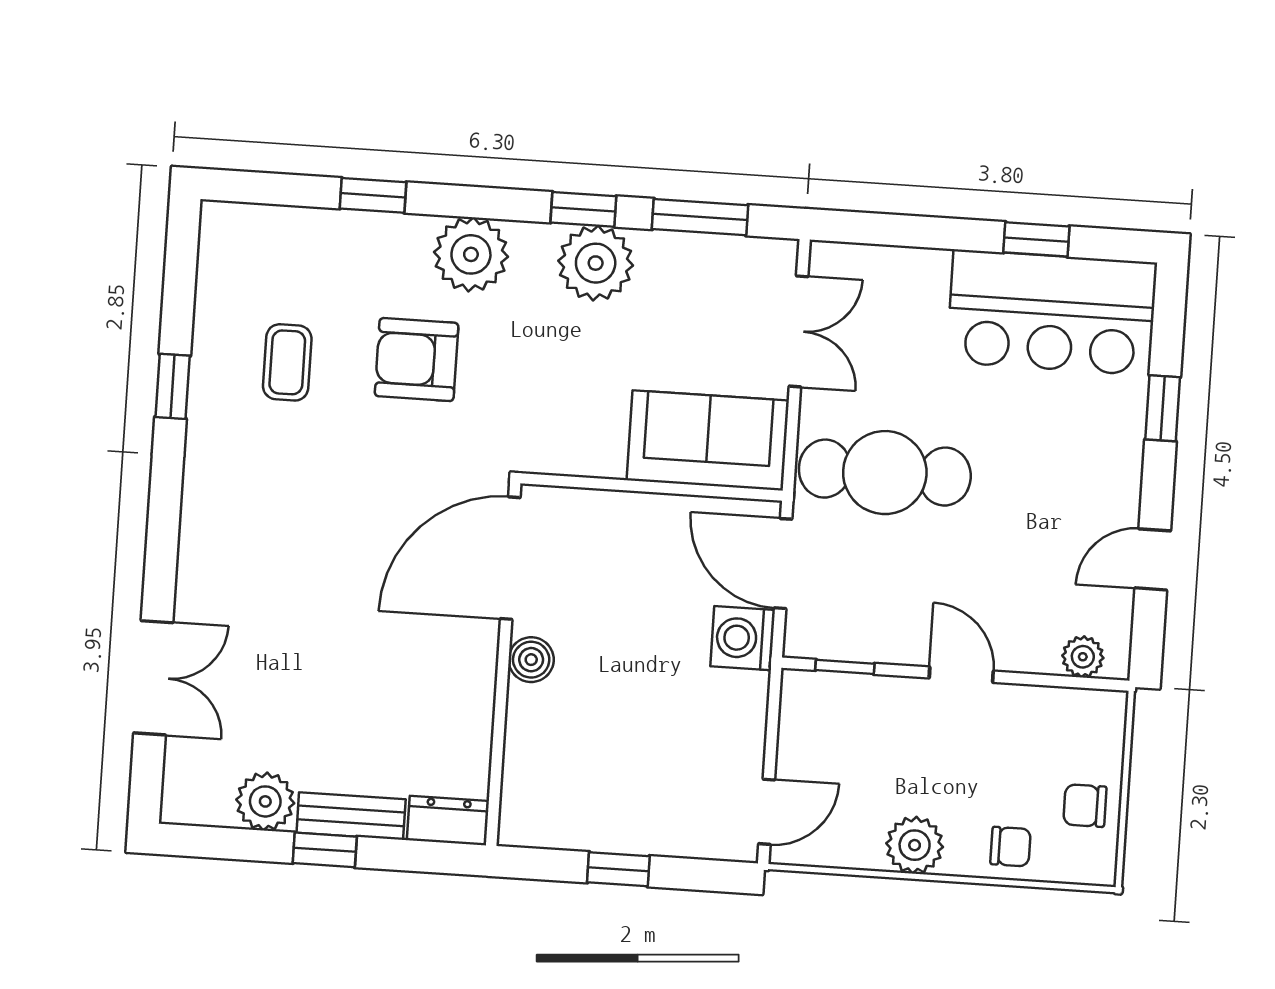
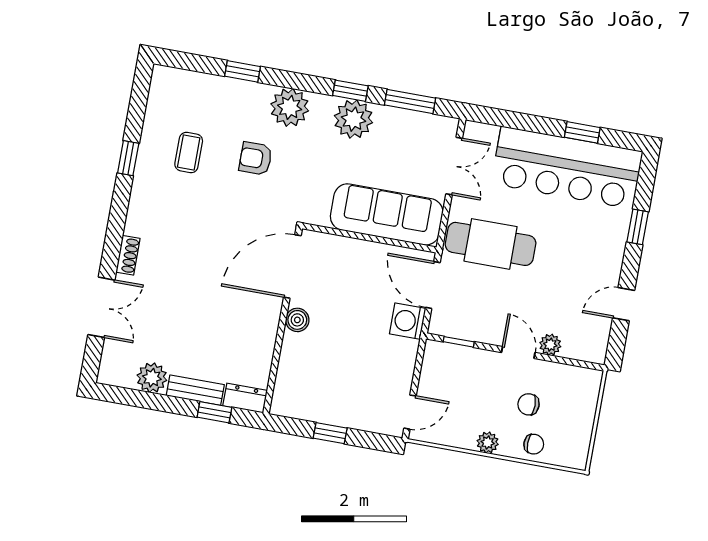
bar counter: (1052, 312) -> (567, 168), width x1.36
armchair: (417, 360) -> (256, 159), width x0.72, depth x0.72
sofa: (708, 440) -> (387, 214), width x1.36
shoe rack: (193, 572) -> (128, 255), added
plant: (1083, 657) -> (550, 345), moved
chair: (1085, 806) -> (529, 404), moved
plant: (915, 845) -> (488, 443), width x0.73, depth x0.73
window: (325, 850) -> (214, 412), moved

